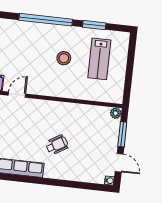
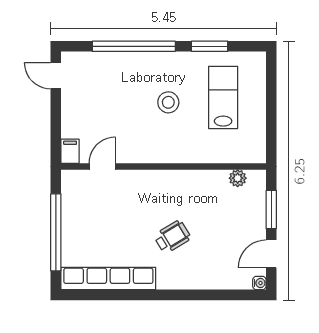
lab bench: (99, 59) -> (223, 97), turned 180
plant: (116, 113) -> (238, 178), moved
door: (119, 163) -> (271, 254), swing flipped

